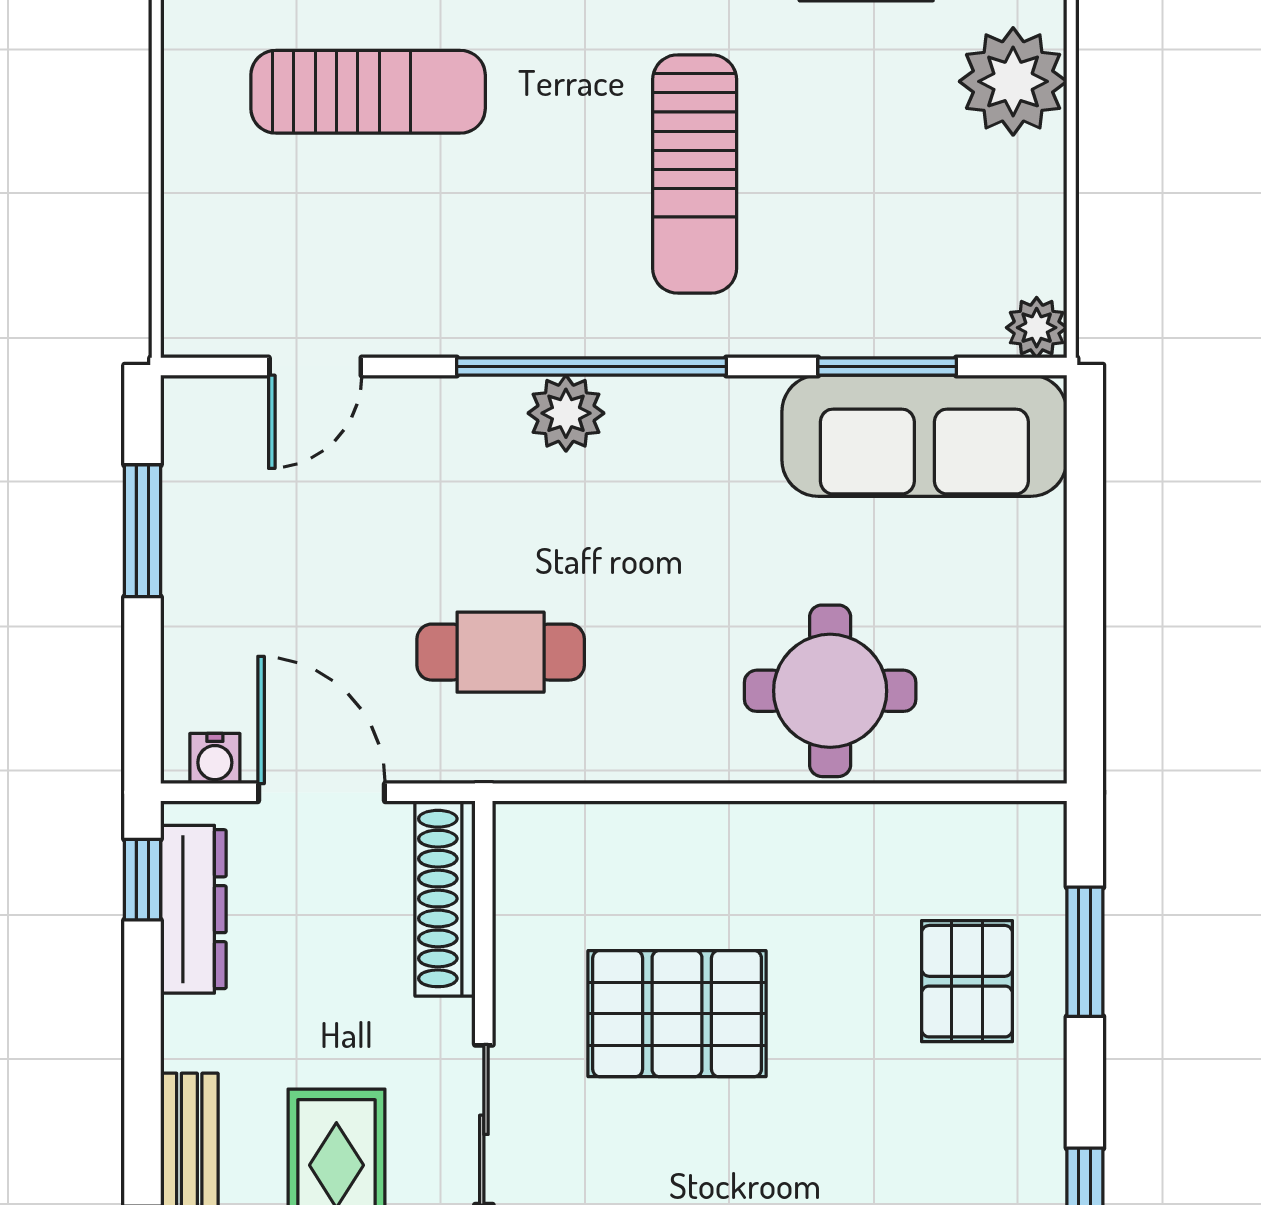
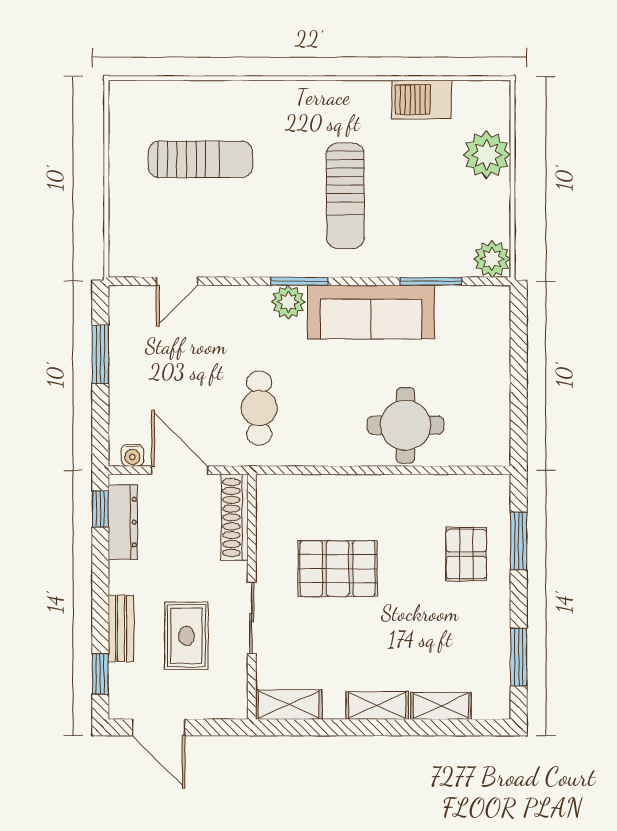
plant: (1037, 328) -> (492, 259), width x1.38, depth x1.38
window: (591, 367) -> (300, 281), width x0.47
sofa: (924, 436) -> (371, 312), moved
cafe table: (501, 652) -> (259, 408), turned 90

